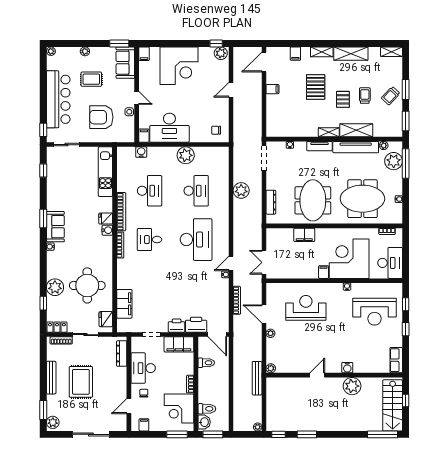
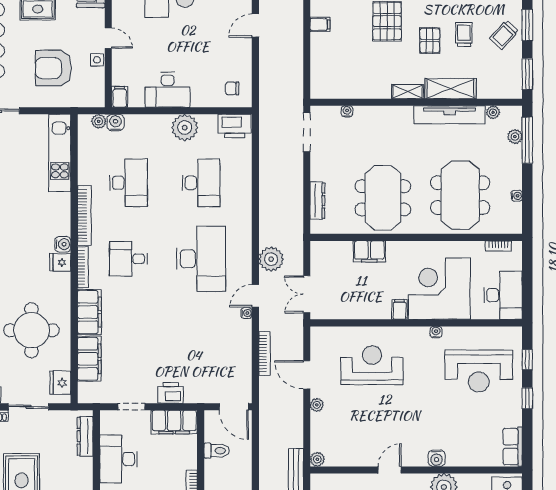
desk: (169, 128) -> (168, 90), width x0.73, depth x0.77
tv unit: (319, 146) -> (393, 113), removed
plant: (130, 151) -> (99, 121), added
plant: (394, 161) -> (515, 137), width x0.53, depth x0.53
plant: (241, 190) -> (271, 259), moved
meeting table: (362, 199) -> (460, 195), turned 90
fridge: (106, 219) -> (60, 262), moved
filing cabinet: (124, 274) -> (89, 312), added
printer: (196, 325) -> (235, 126), moved, turned 180

